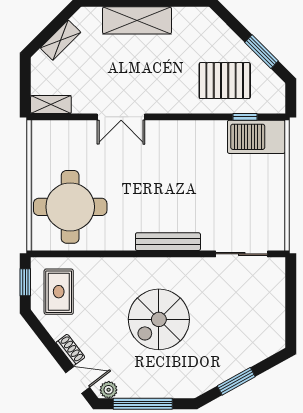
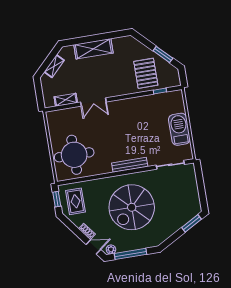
pallet: (225, 81) -> (146, 73), turned 90
shelving: (51, 105) -> (66, 100), moved
barbecue: (256, 137) -> (179, 129), moved, turned 90
spiral stairs: (159, 319) -> (132, 207), width x1.37, depth x1.37
window: (236, 381) -> (192, 223), moved

